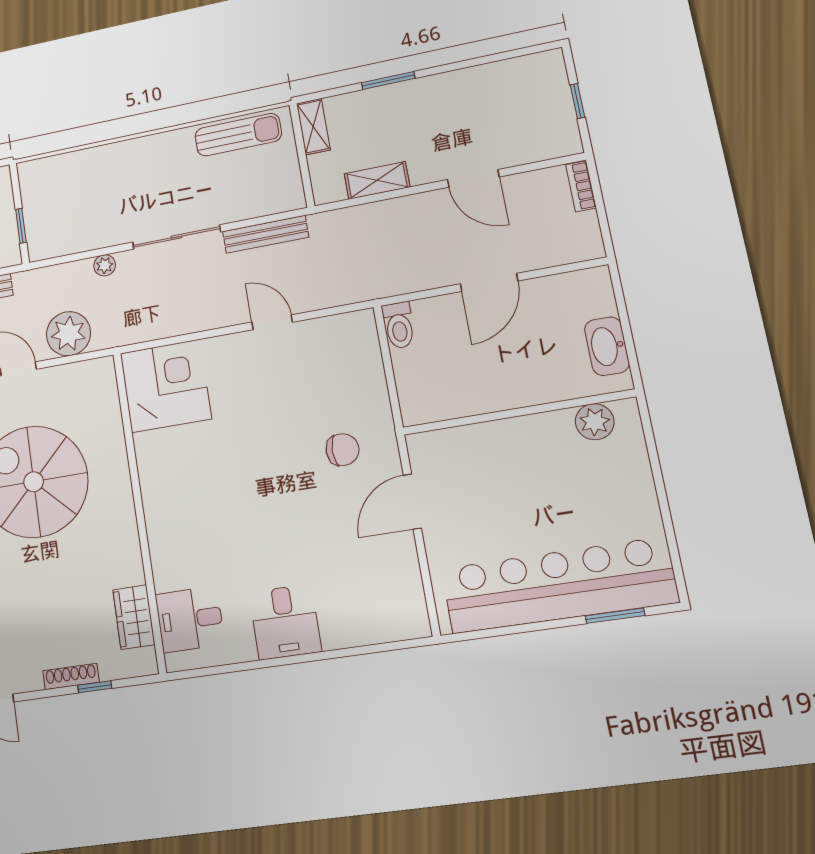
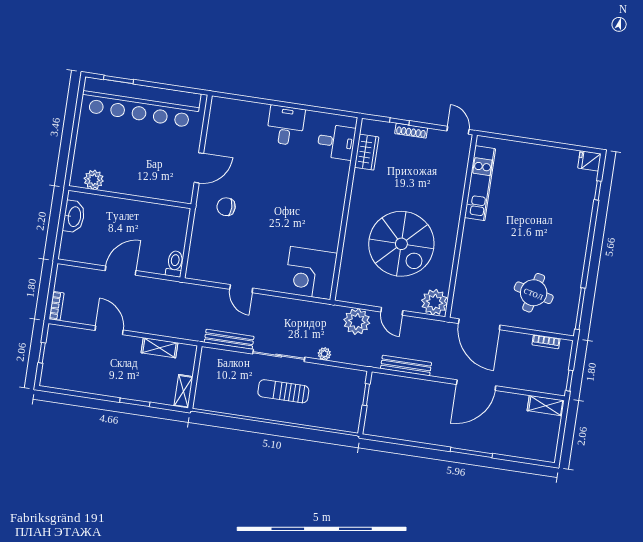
sun lounger: (238, 135) -> (283, 391), moved

